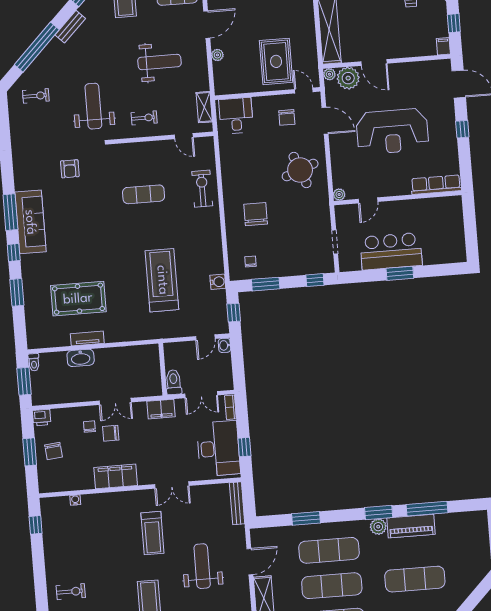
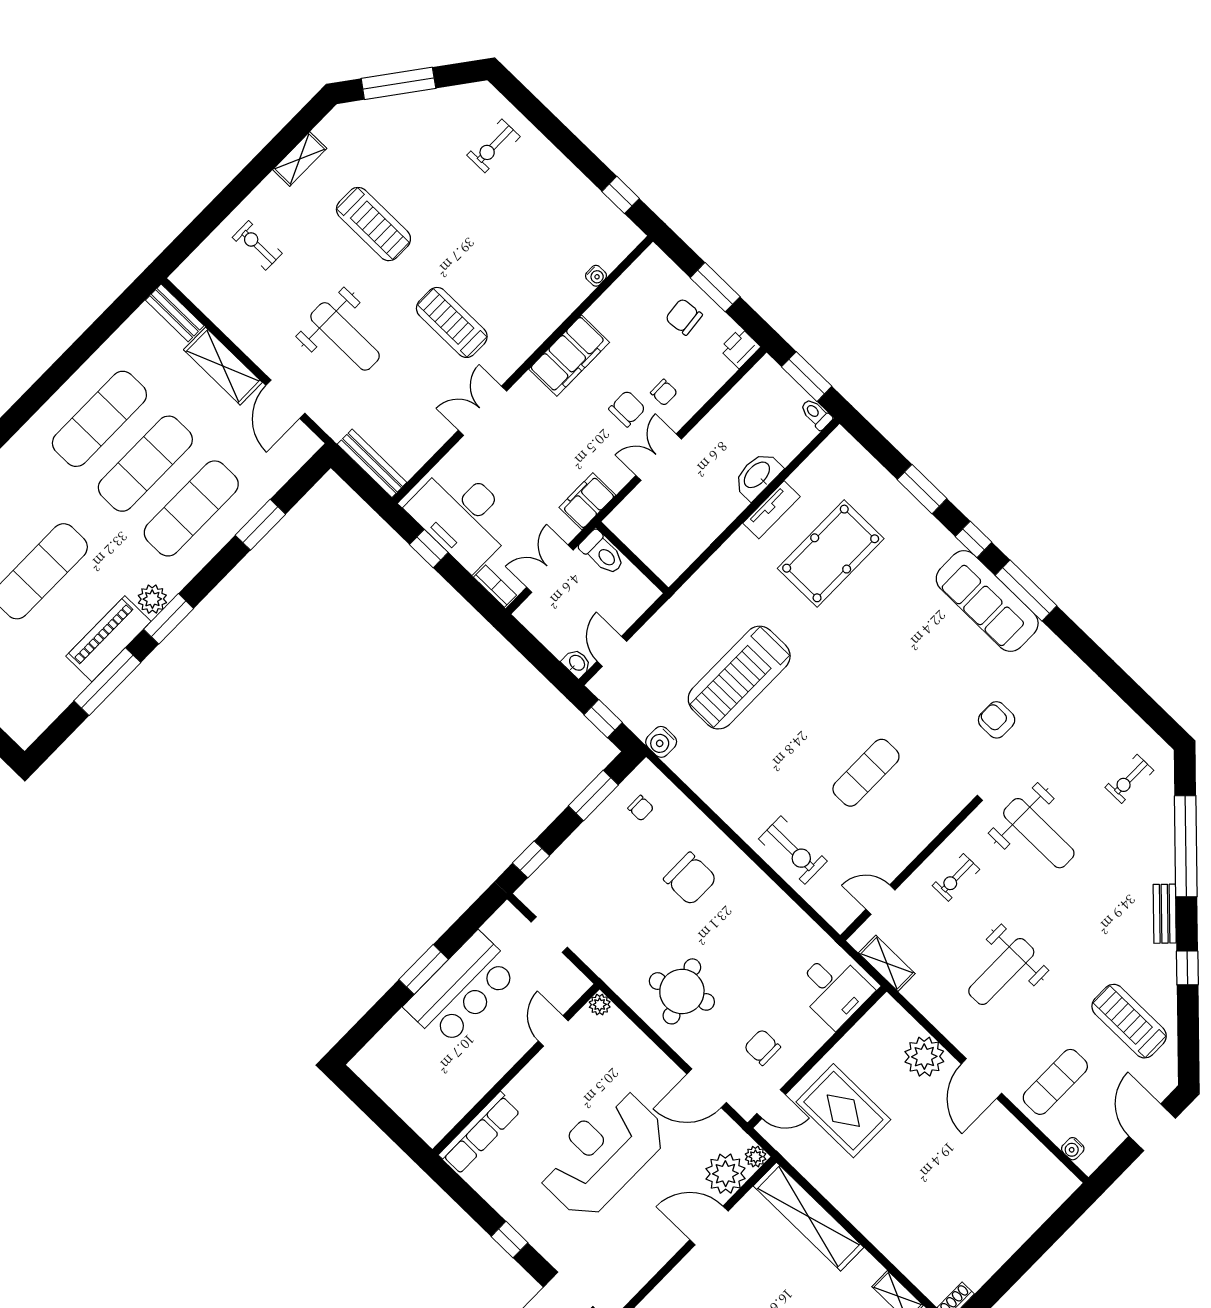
plant: (217, 55) -> (924, 1057), width x1.88, depth x1.88
treadmill: (162, 280) -> (739, 678), turned 90

